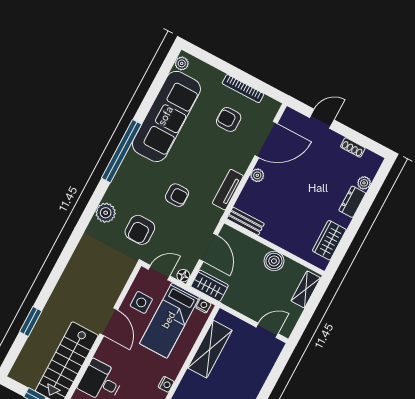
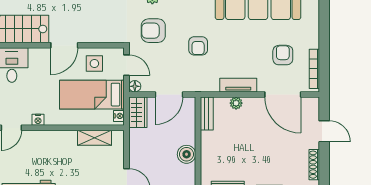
bookcase: (243, 89) -> (314, 69), moved
shoe rack: (353, 147) -> (314, 165), width x1.43
plant: (257, 175) -> (236, 103), moved
tv unit: (228, 190) -> (238, 85), moved
shelving: (210, 349) -> (95, 138), width x0.67, depth x0.75

